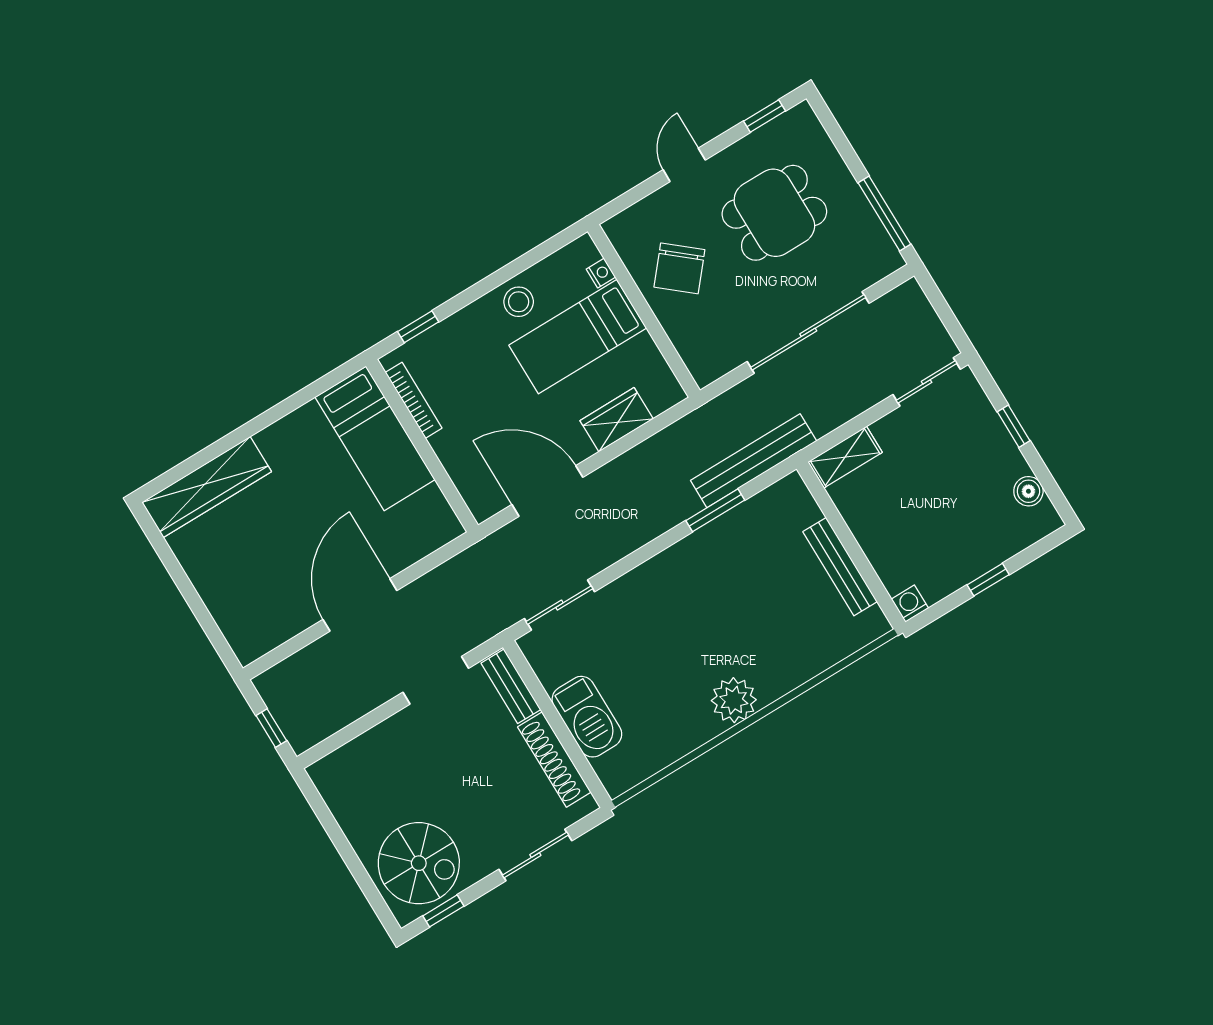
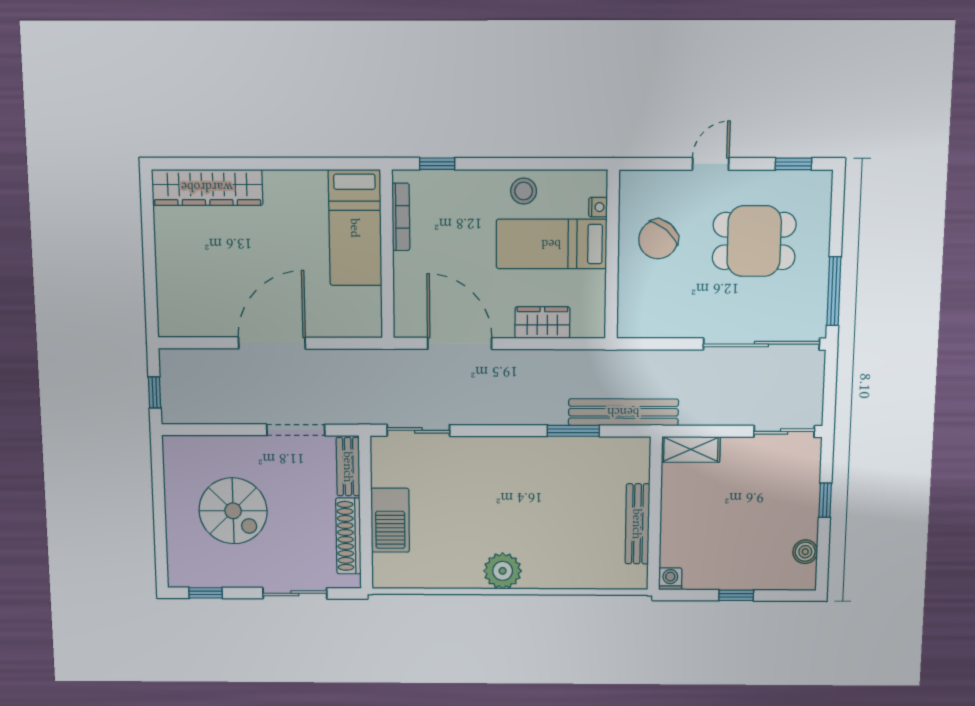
sliding door: (808, 332) -> (761, 344), moved
spiral stairs: (419, 863) -> (233, 511), moved

